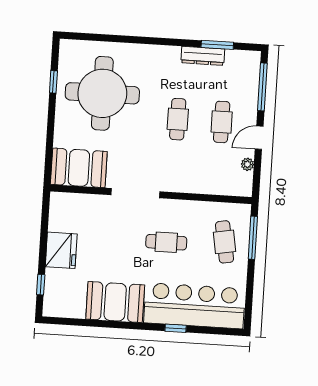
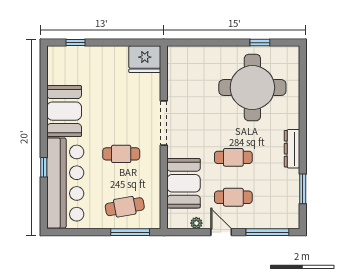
dresser: (203, 56) -> (292, 149), moved
booth: (79, 168) -> (184, 183), moved
cafe table: (166, 242) -> (121, 154), turned 90
fridge: (61, 250) -> (145, 59), moved

